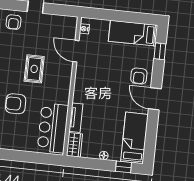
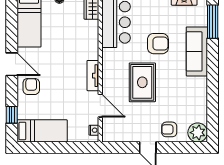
armchair: (14, 22) -> (169, 129), turned -90
rug: (34, 69) -> (142, 82), width x1.36, depth x1.43
tv unit: (76, 118) -> (93, 76), moved

